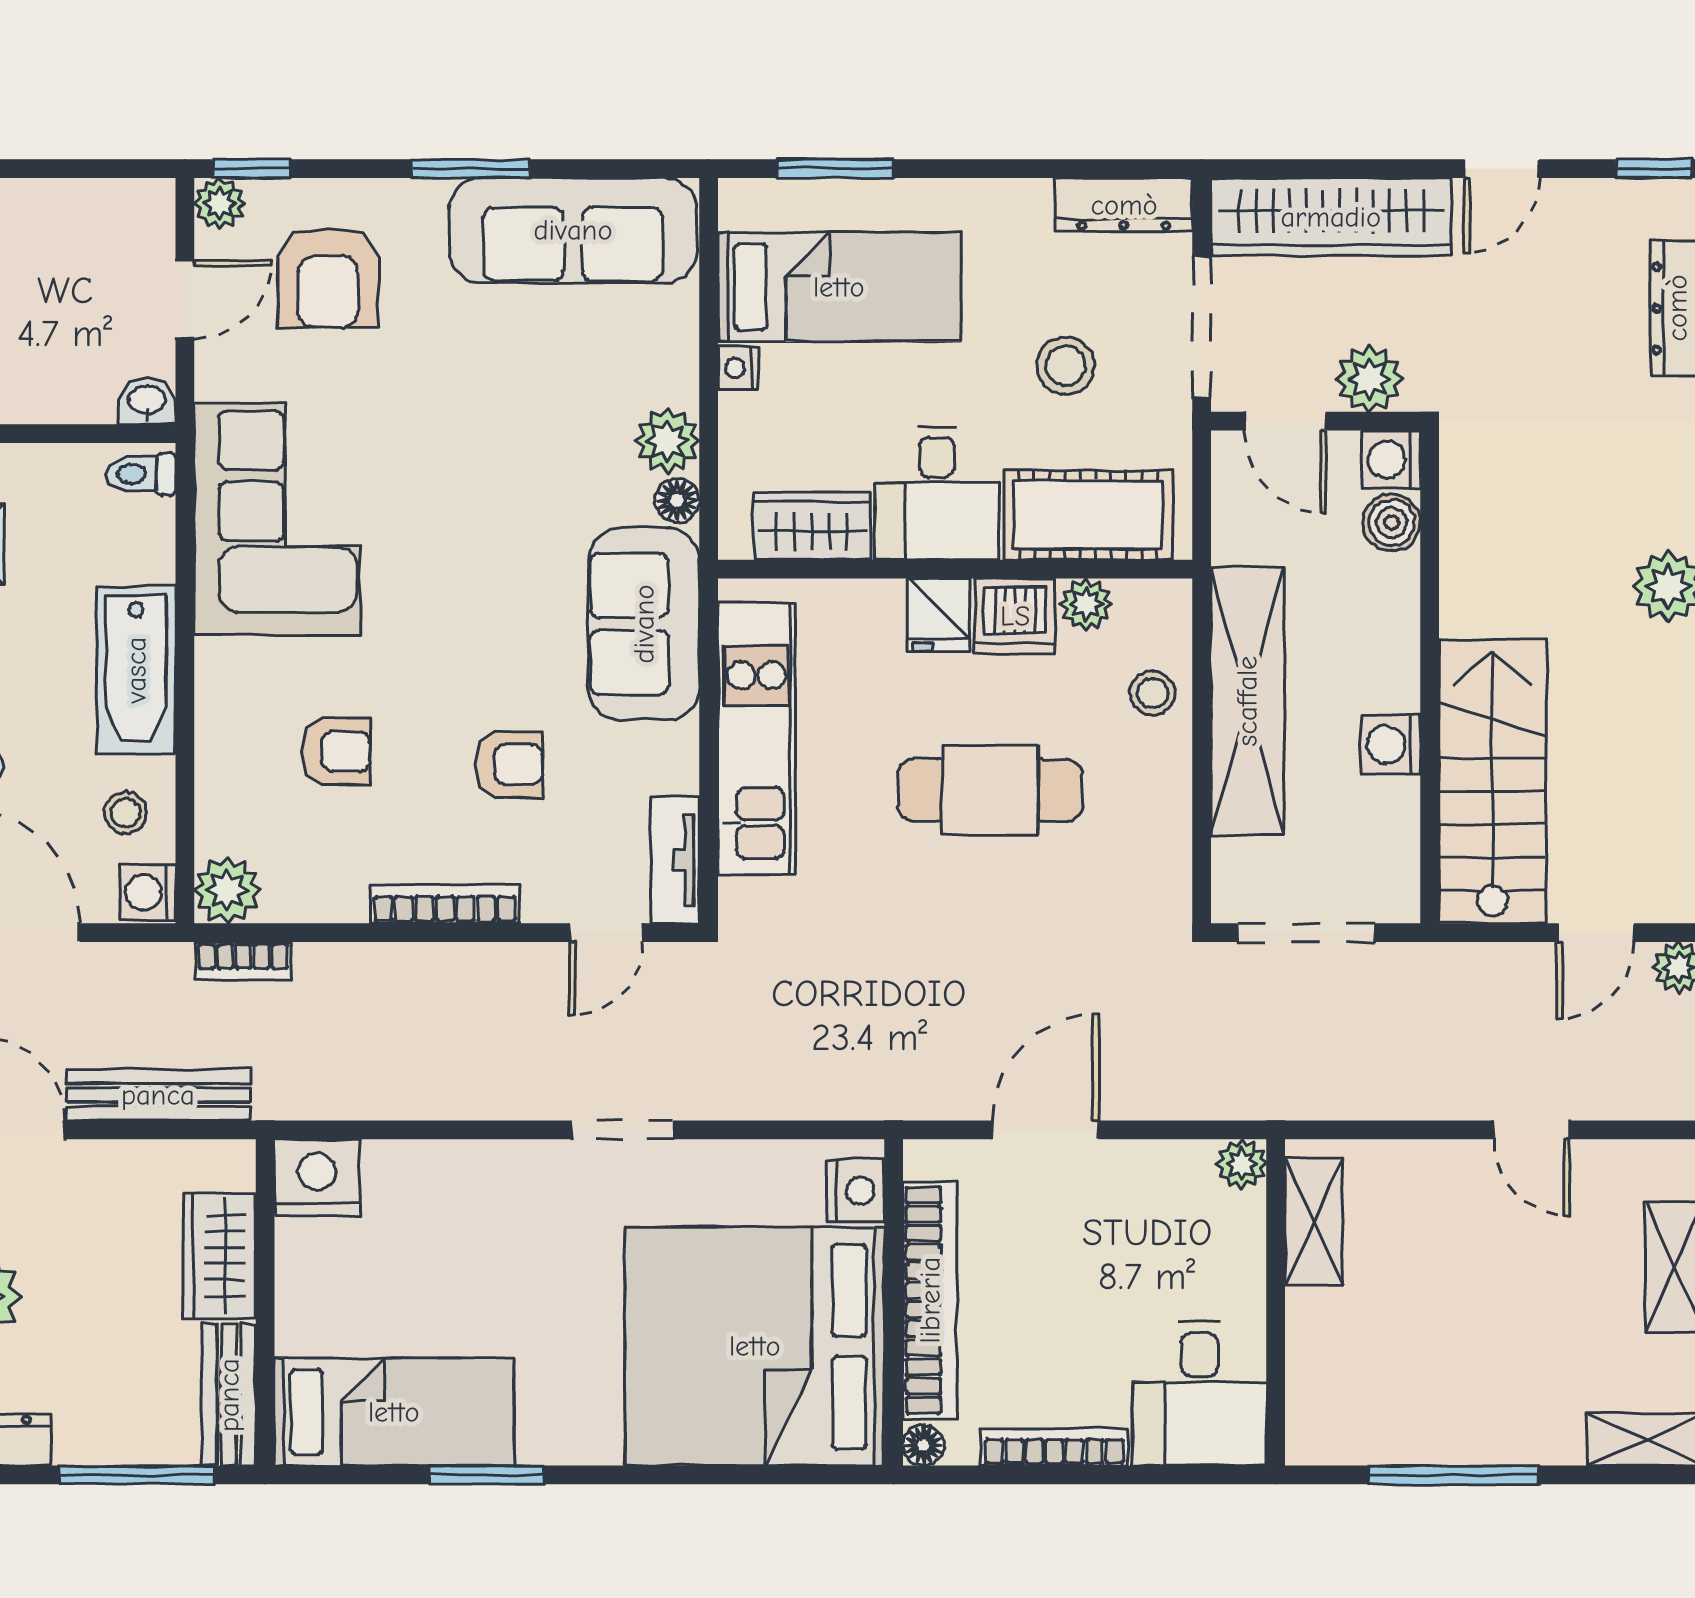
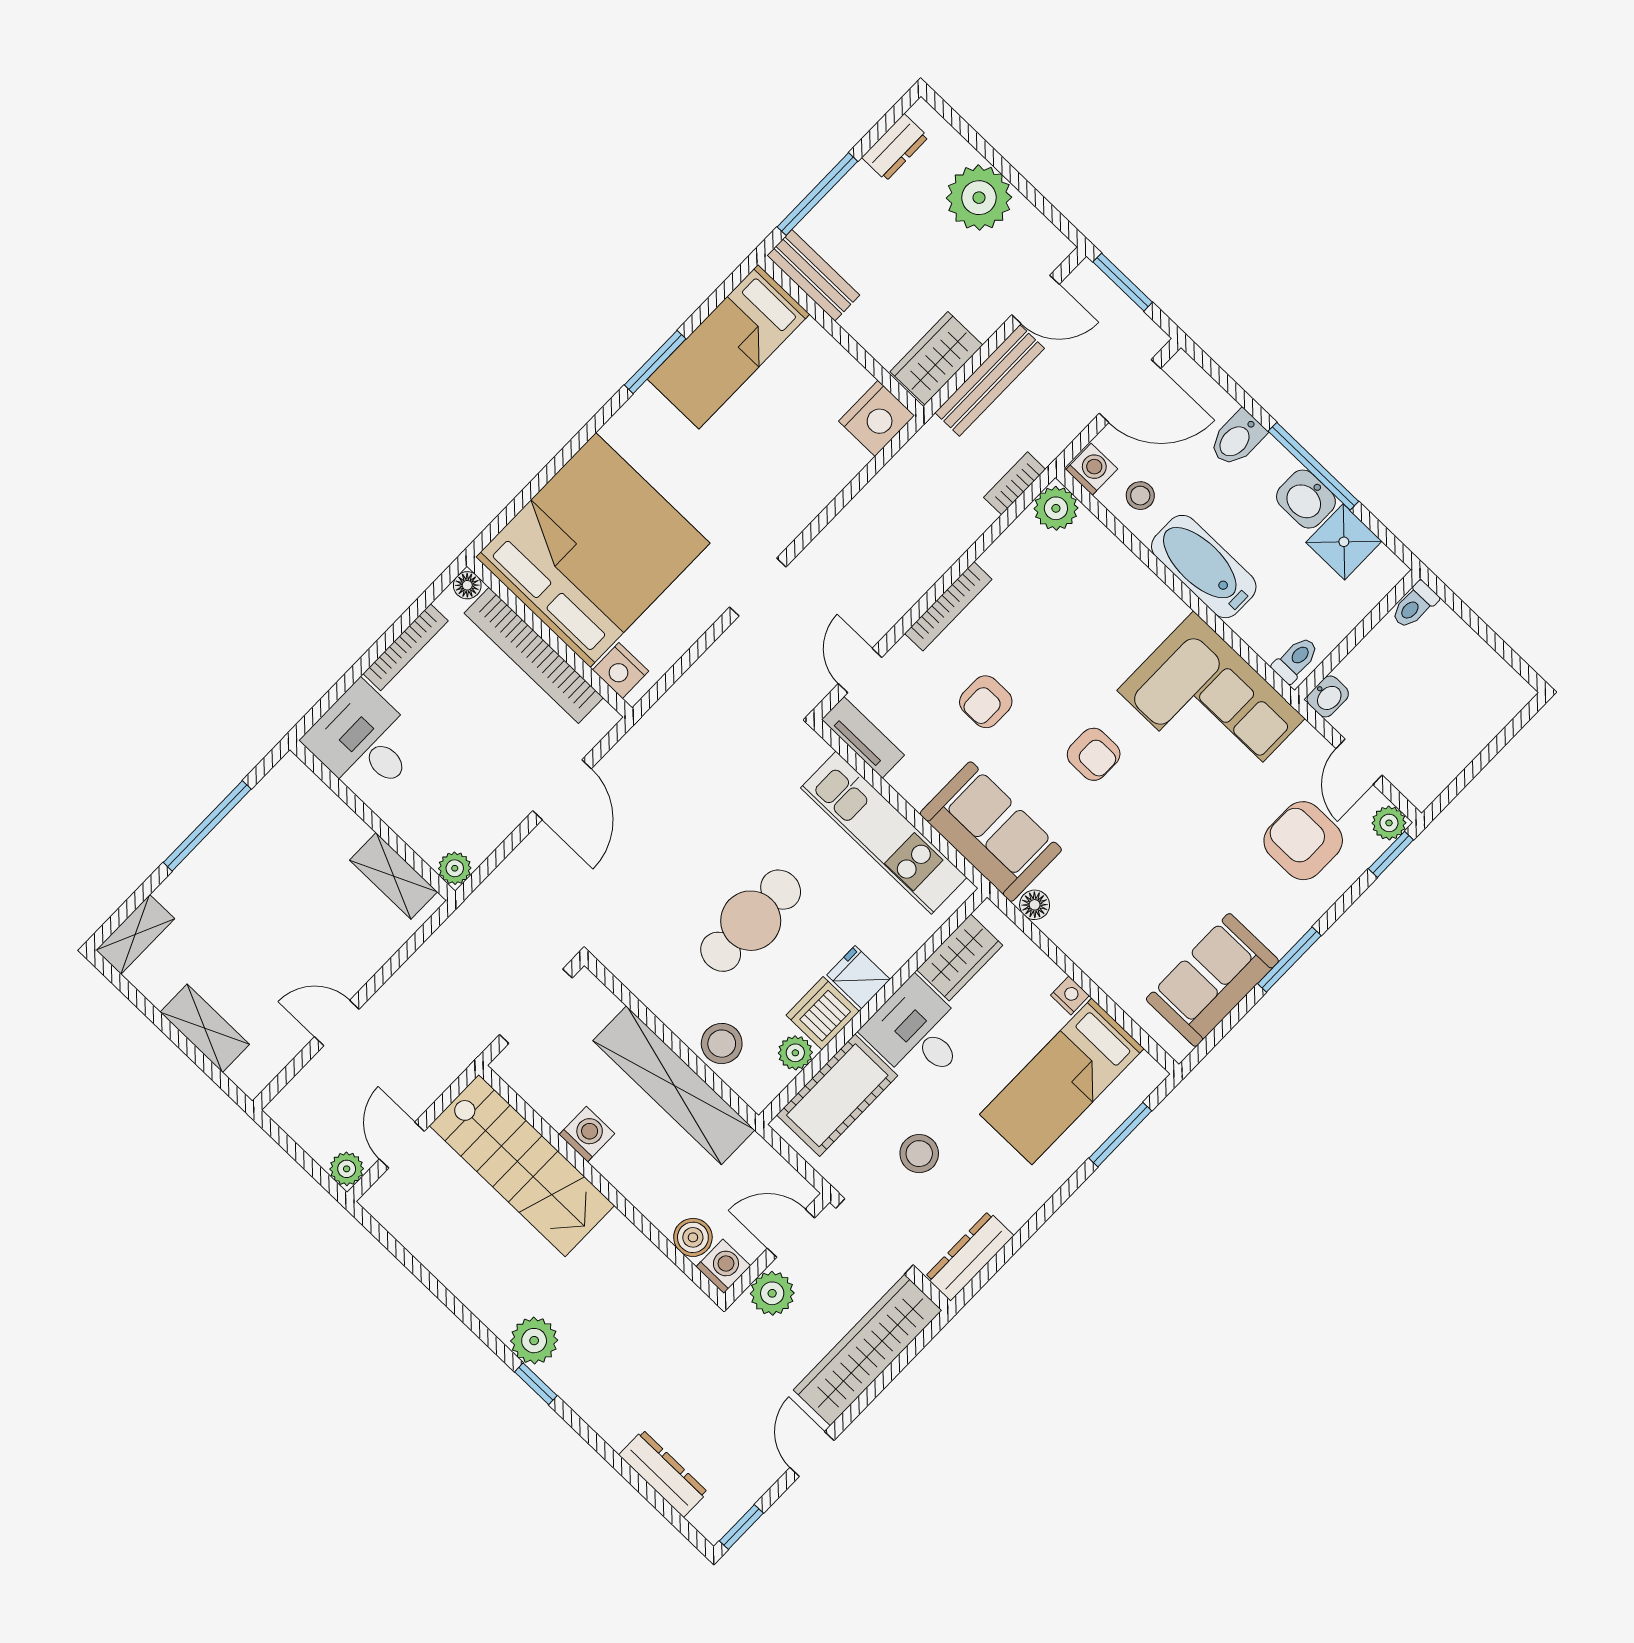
sofa: (573, 230) -> (1212, 980), width x0.73
plant: (667, 441) -> (1068, 928), removed
stool: (1153, 693) -> (722, 1044), width x1.37, depth x1.37
armchair: (336, 752) -> (1094, 754), moved, turned -90
wardrobe: (219, 1256) -> (936, 358), moved, turned -90

